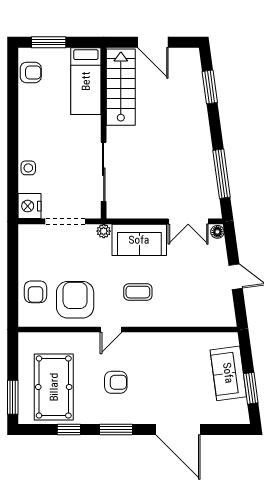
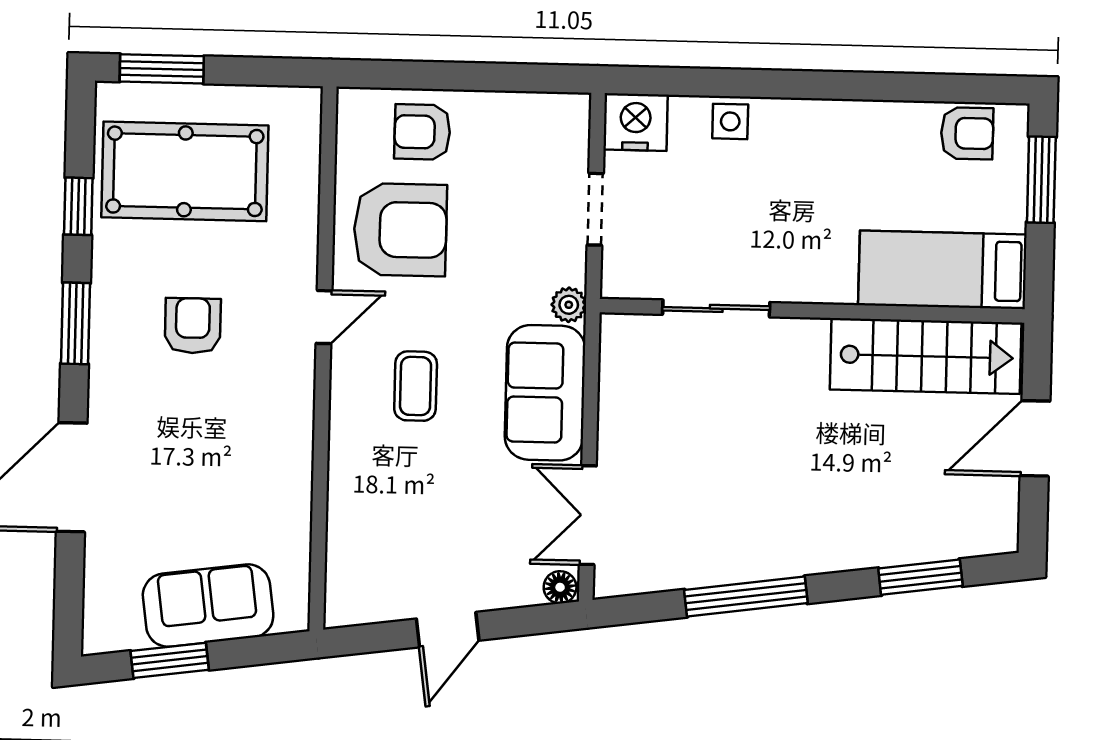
armchair: (31, 72) -> (967, 133), turned -90
sliding door: (104, 172) -> (716, 308), width x0.73
window: (222, 174) -> (746, 596), moved
doorway: (65, 221) -> (595, 209), width x0.73
door: (111, 330) -> (324, 317), swing flipped
armchair: (116, 382) -> (193, 326), turned 180

